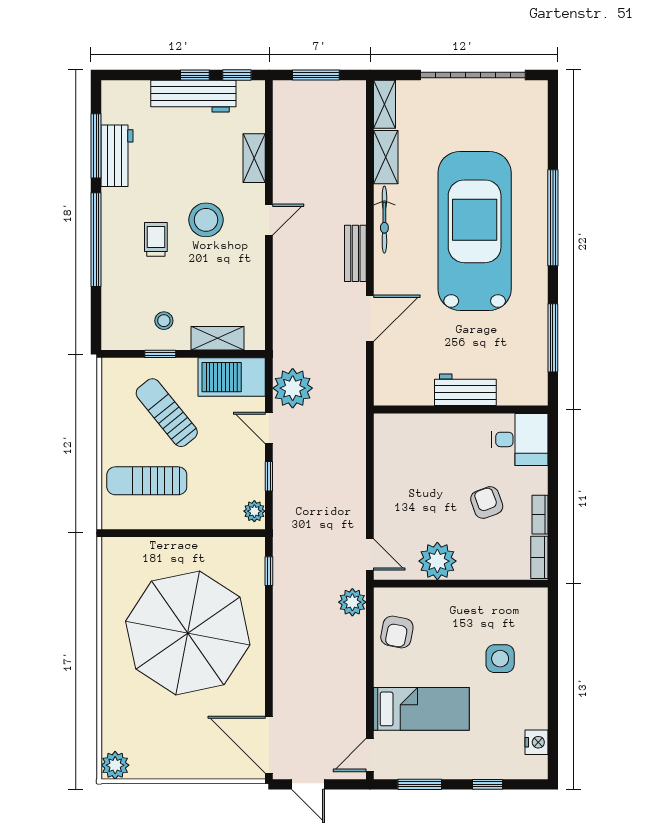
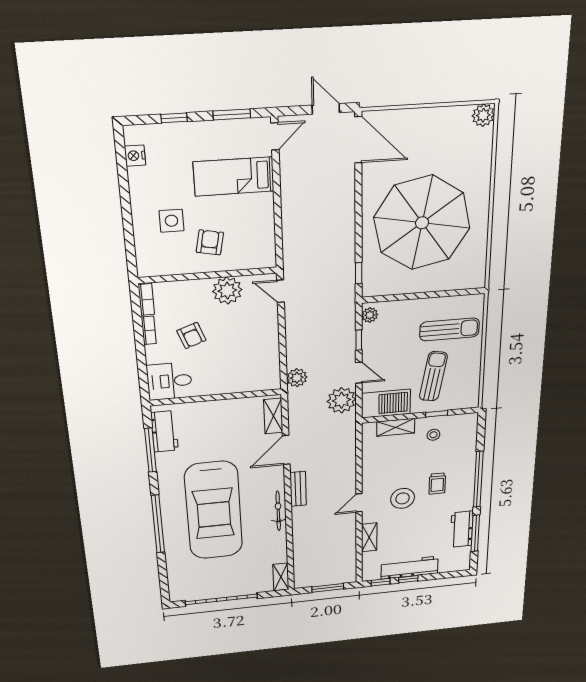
shelving: (386, 157) -> (273, 416), moved
workbench: (465, 390) -> (165, 431), moved, turned -90
sun lounger: (167, 413) -> (433, 376), turned -131
plant: (352, 602) -> (297, 378), moved
armchair: (397, 632) -> (210, 242), moved

